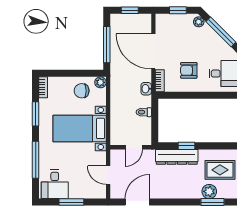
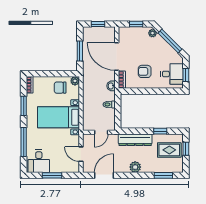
window: (107, 45) -> (80, 51), width x0.69
window: (187, 146) -> (160, 131), moved
plant: (209, 191) -> (135, 167), moved

